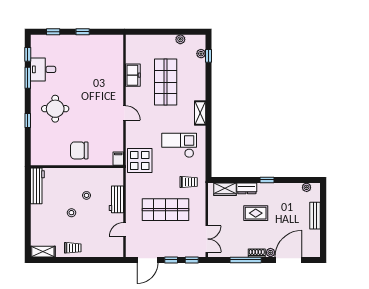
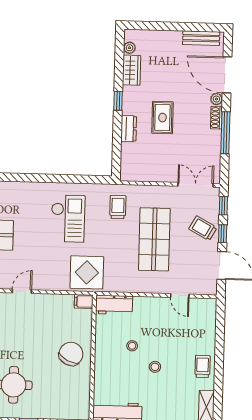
shelving: (200, 113) -> (25, 189), removed
checkout: (179, 145) -> (68, 219), turned 180
chair: (79, 150) -> (71, 354), turned -153
wardrobe: (225, 189) -> (132, 70), moved
workbench: (116, 199) -> (114, 305), moved
bench: (315, 216) -> (201, 38), moved
trolley: (175, 245) -> (203, 228), added

